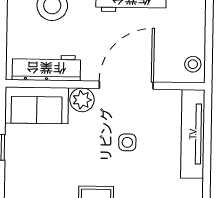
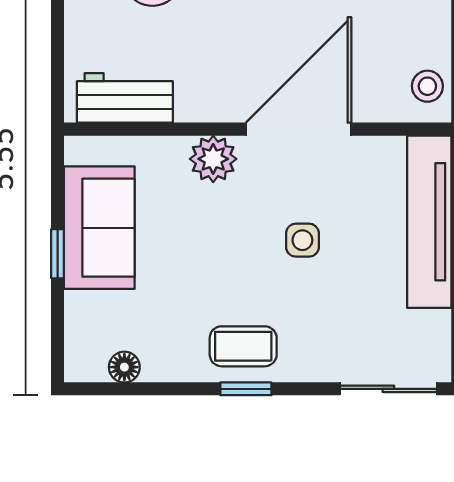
workbench: (46, 68) -> (125, 98), width x0.73
sofa: (37, 105) -> (99, 228), moved, turned -90

